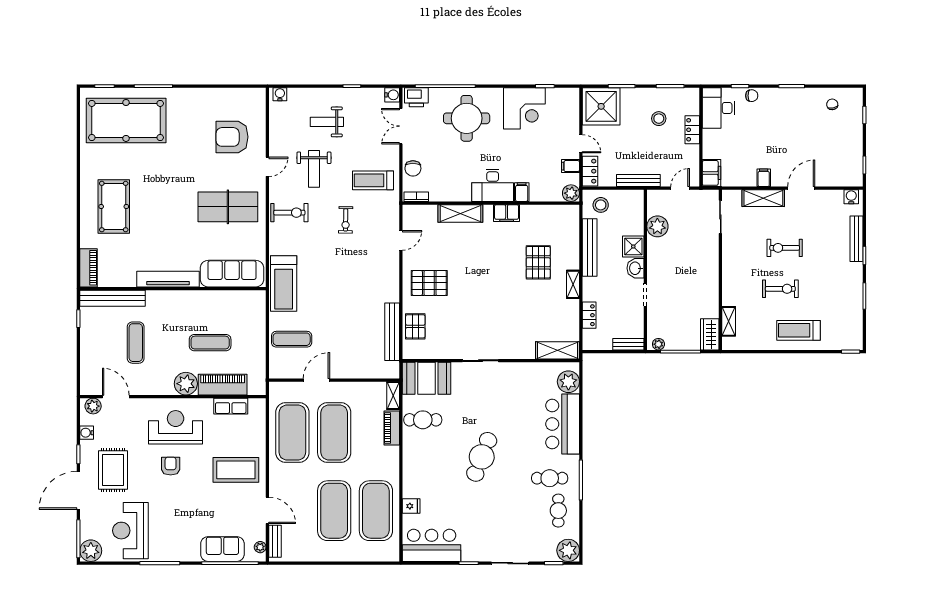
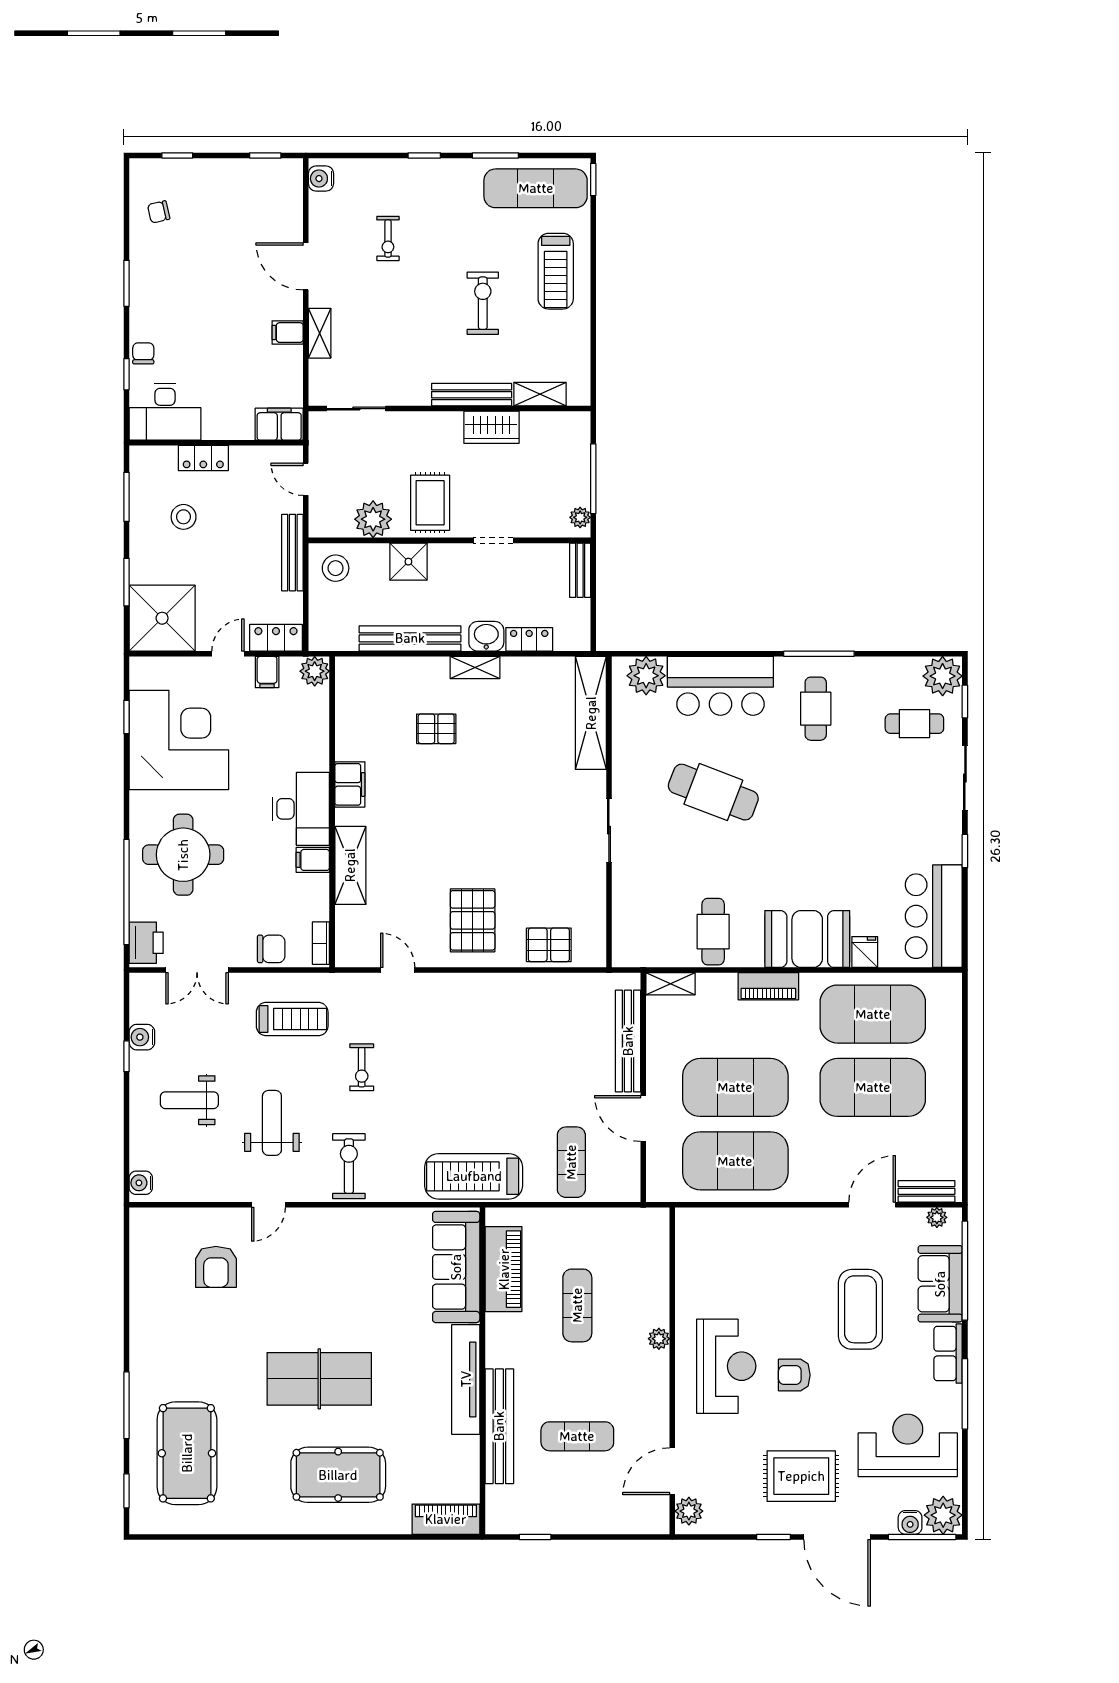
water cooler: (392, 95) -> (142, 1037), moved, turned -90
corner desk: (524, 108) -> (179, 740), width x1.36, depth x1.36
pool table: (126, 120) -> (187, 1453), width x0.73, depth x0.76
weight bench: (327, 122) -> (189, 1100), turned 90
armchair: (232, 137) -> (216, 1267), width x0.73, depth x0.73
door: (267, 167) -> (268, 1205), swing flipped
weight bench: (314, 169) -> (272, 1123), turned -90
treadmill: (373, 180) -> (292, 1019), turned -90
filing cabinet: (522, 192) -> (313, 860), moved
shelving: (763, 198) -> (320, 333), width x0.67, depth x0.75
stool: (601, 205) -> (336, 568), moved
table tennis table: (228, 207) -> (319, 1379), moved, turned 90
exercise bike: (346, 220) -> (362, 1067), turned 89
bench: (856, 239) -> (472, 395), moved
exercise bike: (785, 248) -> (388, 239), moved, width x0.73, depth x0.72
rug: (667, 259) -> (430, 503), added
pallet: (538, 262) -> (436, 729), width x0.67, depth x0.71
washbasin: (635, 268) -> (486, 636), moved, turned 180
treadmill: (284, 284) -> (474, 1176), turned 180
bench: (113, 298) -> (499, 1426), moved
exercise mat: (846, 319) -> (536, 188), added
bench: (392, 332) -> (628, 1041), moved, turned 90
wardrobe: (710, 334) -> (491, 427), moved
shelving: (557, 350) -> (591, 713), width x1.47
booth: (427, 378) -> (807, 939), moved, turned 90
plant: (186, 384) -> (659, 1339), width x0.53, depth x0.53
piano: (223, 385) -> (504, 1269), moved, turned 180
row of seats: (231, 406) -> (948, 1354), moved, turned 180
reception desk: (176, 427) -> (726, 1366), turned 180
piano: (392, 428) -> (768, 986), moved
water cooler: (87, 433) -> (910, 1522), moved
cafe table: (482, 457) -> (713, 792), moved
coffee table: (236, 470) -> (860, 1309), moved
cafe table: (558, 511) -> (914, 724), moved
reception desk: (130, 531) -> (908, 1445), turned 180

